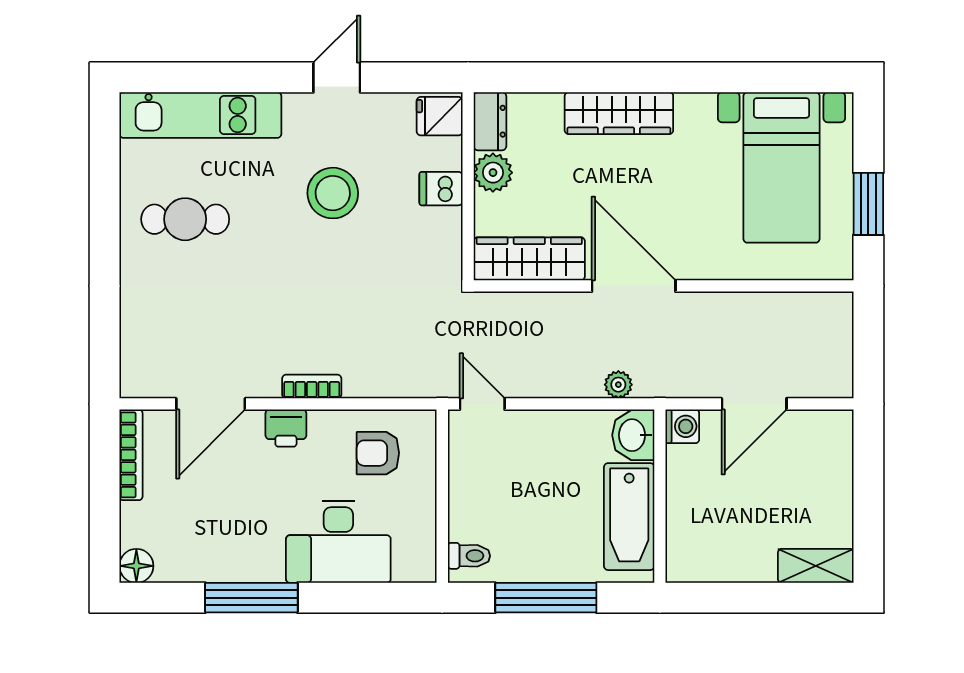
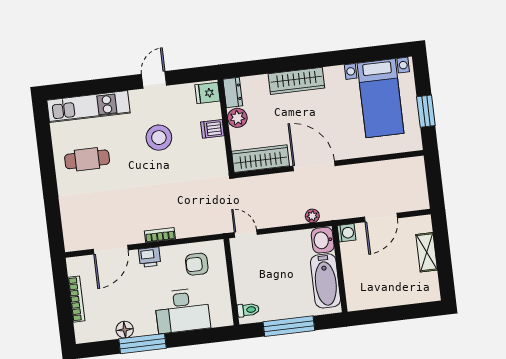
bookcase: (131, 455) -> (76, 299), moved
floor lamp: (136, 566) -> (125, 330), moved
shelving: (816, 566) -> (427, 252), moved, turned 90

